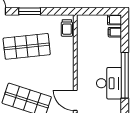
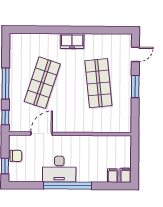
trolley: (67, 28) -> (117, 125), removed

